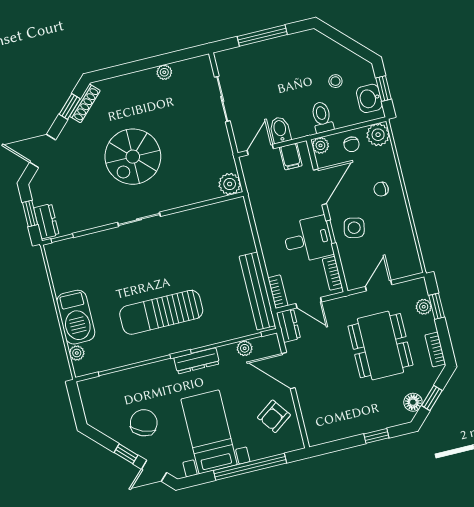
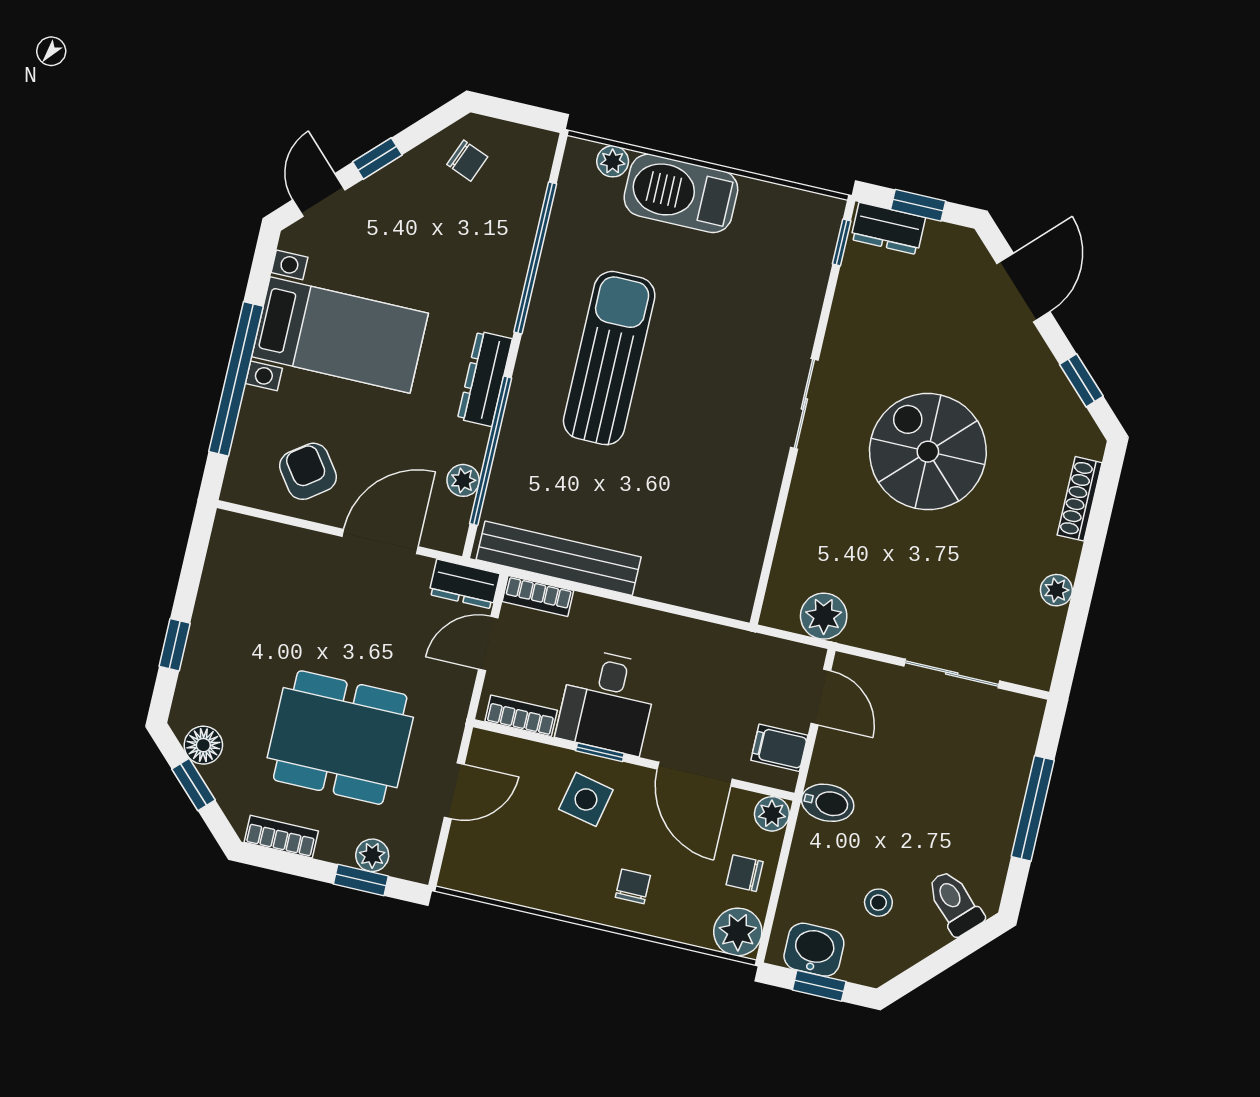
shoe rack: (85, 103) -> (1080, 499), moved, turned 45
toilet: (322, 117) -> (955, 903), moved, turned -135
bidet: (280, 130) -> (828, 803), moved
plant: (230, 184) -> (824, 616), moved
door: (379, 286) -> (454, 791), hinge flipped
chair: (144, 423) -> (467, 161), moved, width x0.54, depth x0.54

